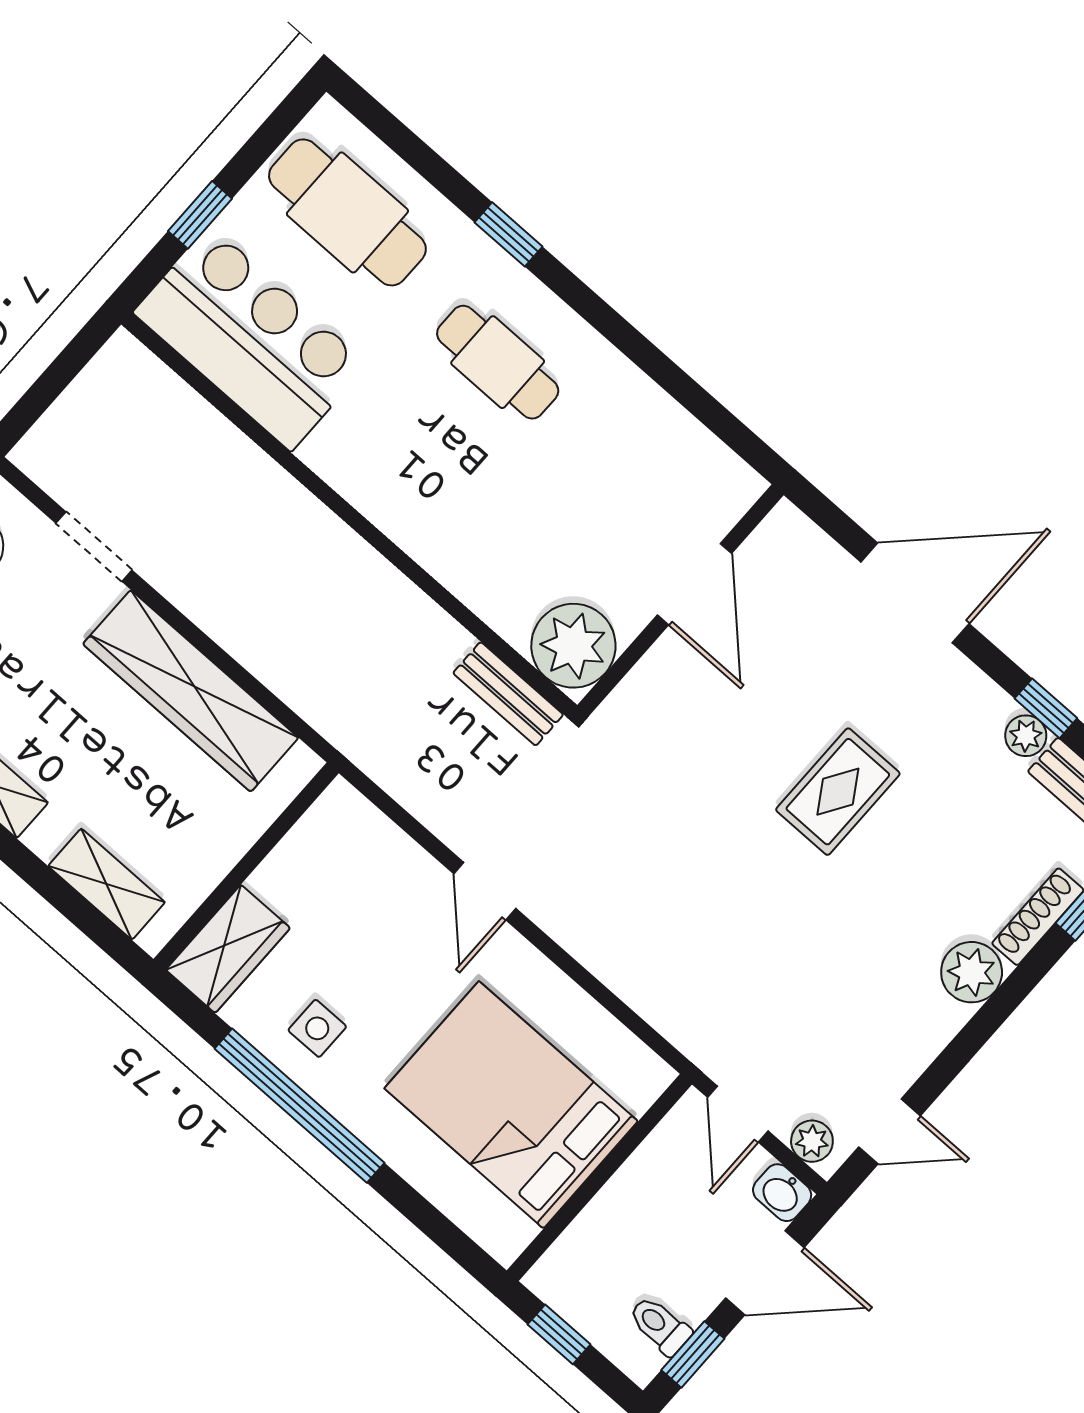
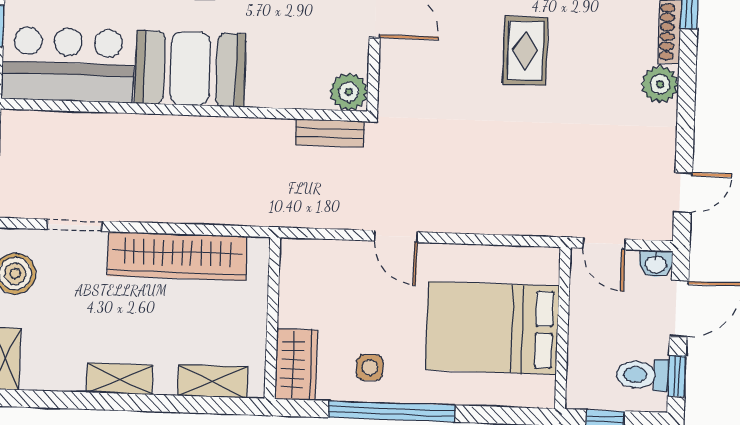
booth: (400, 470) -> (190, 69), added
plant: (573, 646) -> (349, 92), width x0.73, depth x0.73
plant: (812, 1141) -> (650, 227), removed
toilet: (660, 1326) -> (642, 375), width x1.37, depth x1.39

